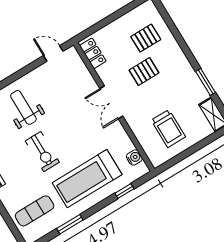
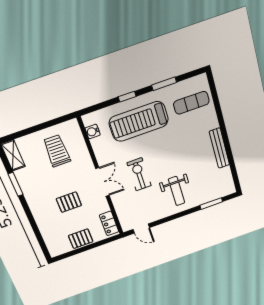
pallet: (146, 38) -> (81, 239), moved
exercise bike: (42, 152) -> (139, 174), moved
treadmill: (87, 179) -> (139, 121), turned 180
window: (124, 191) -> (127, 97), moved

